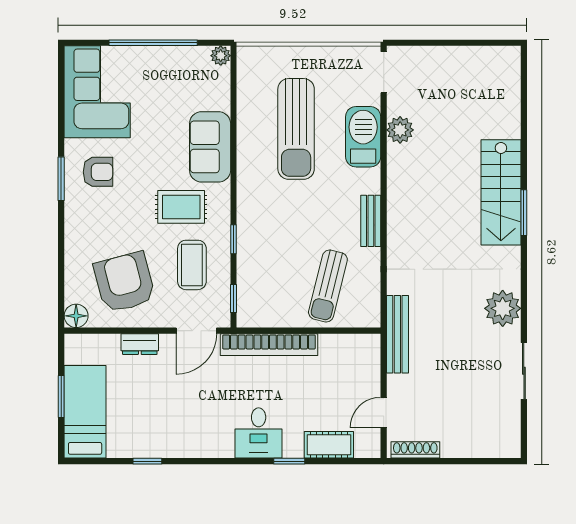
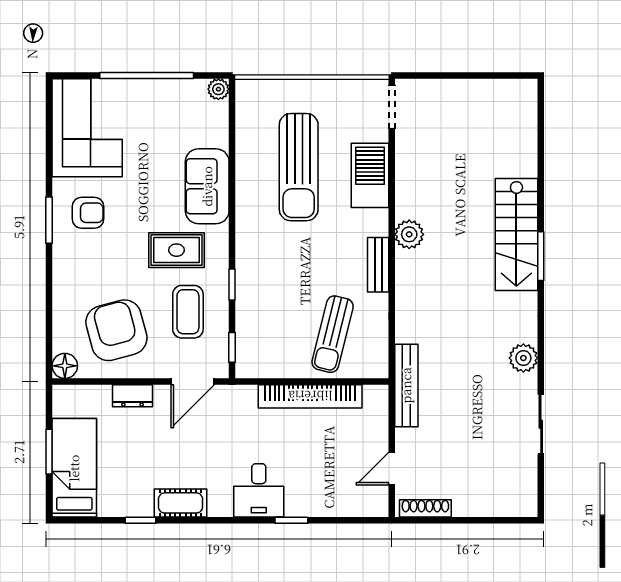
plant: (400, 130) -> (409, 234), moved
plant: (503, 308) -> (523, 358), width x0.73, depth x0.73
bookcase: (269, 345) -> (310, 396), moved
cot: (329, 445) -> (180, 503), moved

